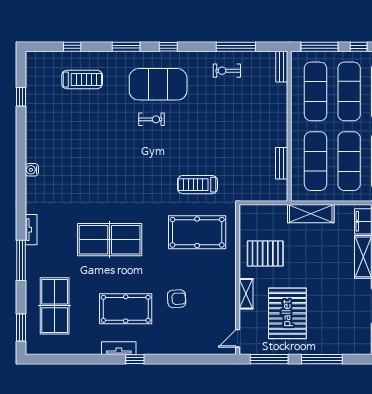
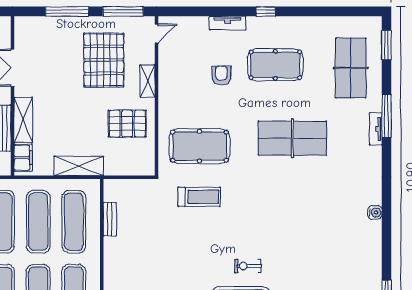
tv unit: (31, 230) -> (376, 129), moved
armchair: (177, 299) -> (221, 76), turned 93
tv unit: (119, 348) -> (228, 23), moved

